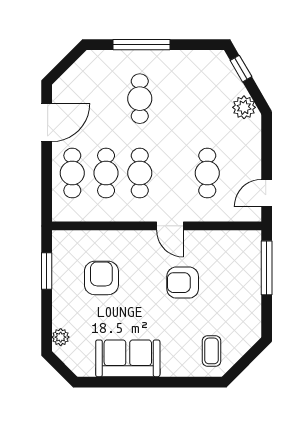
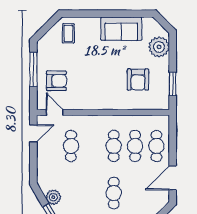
plant: (244, 107) -> (53, 197), moved
door: (170, 226) -> (55, 112), moved
window: (267, 268) -> (33, 69), moved
armchair: (183, 283) -> (56, 81), moved
plant: (61, 337) -> (159, 47), width x1.87, depth x1.87

